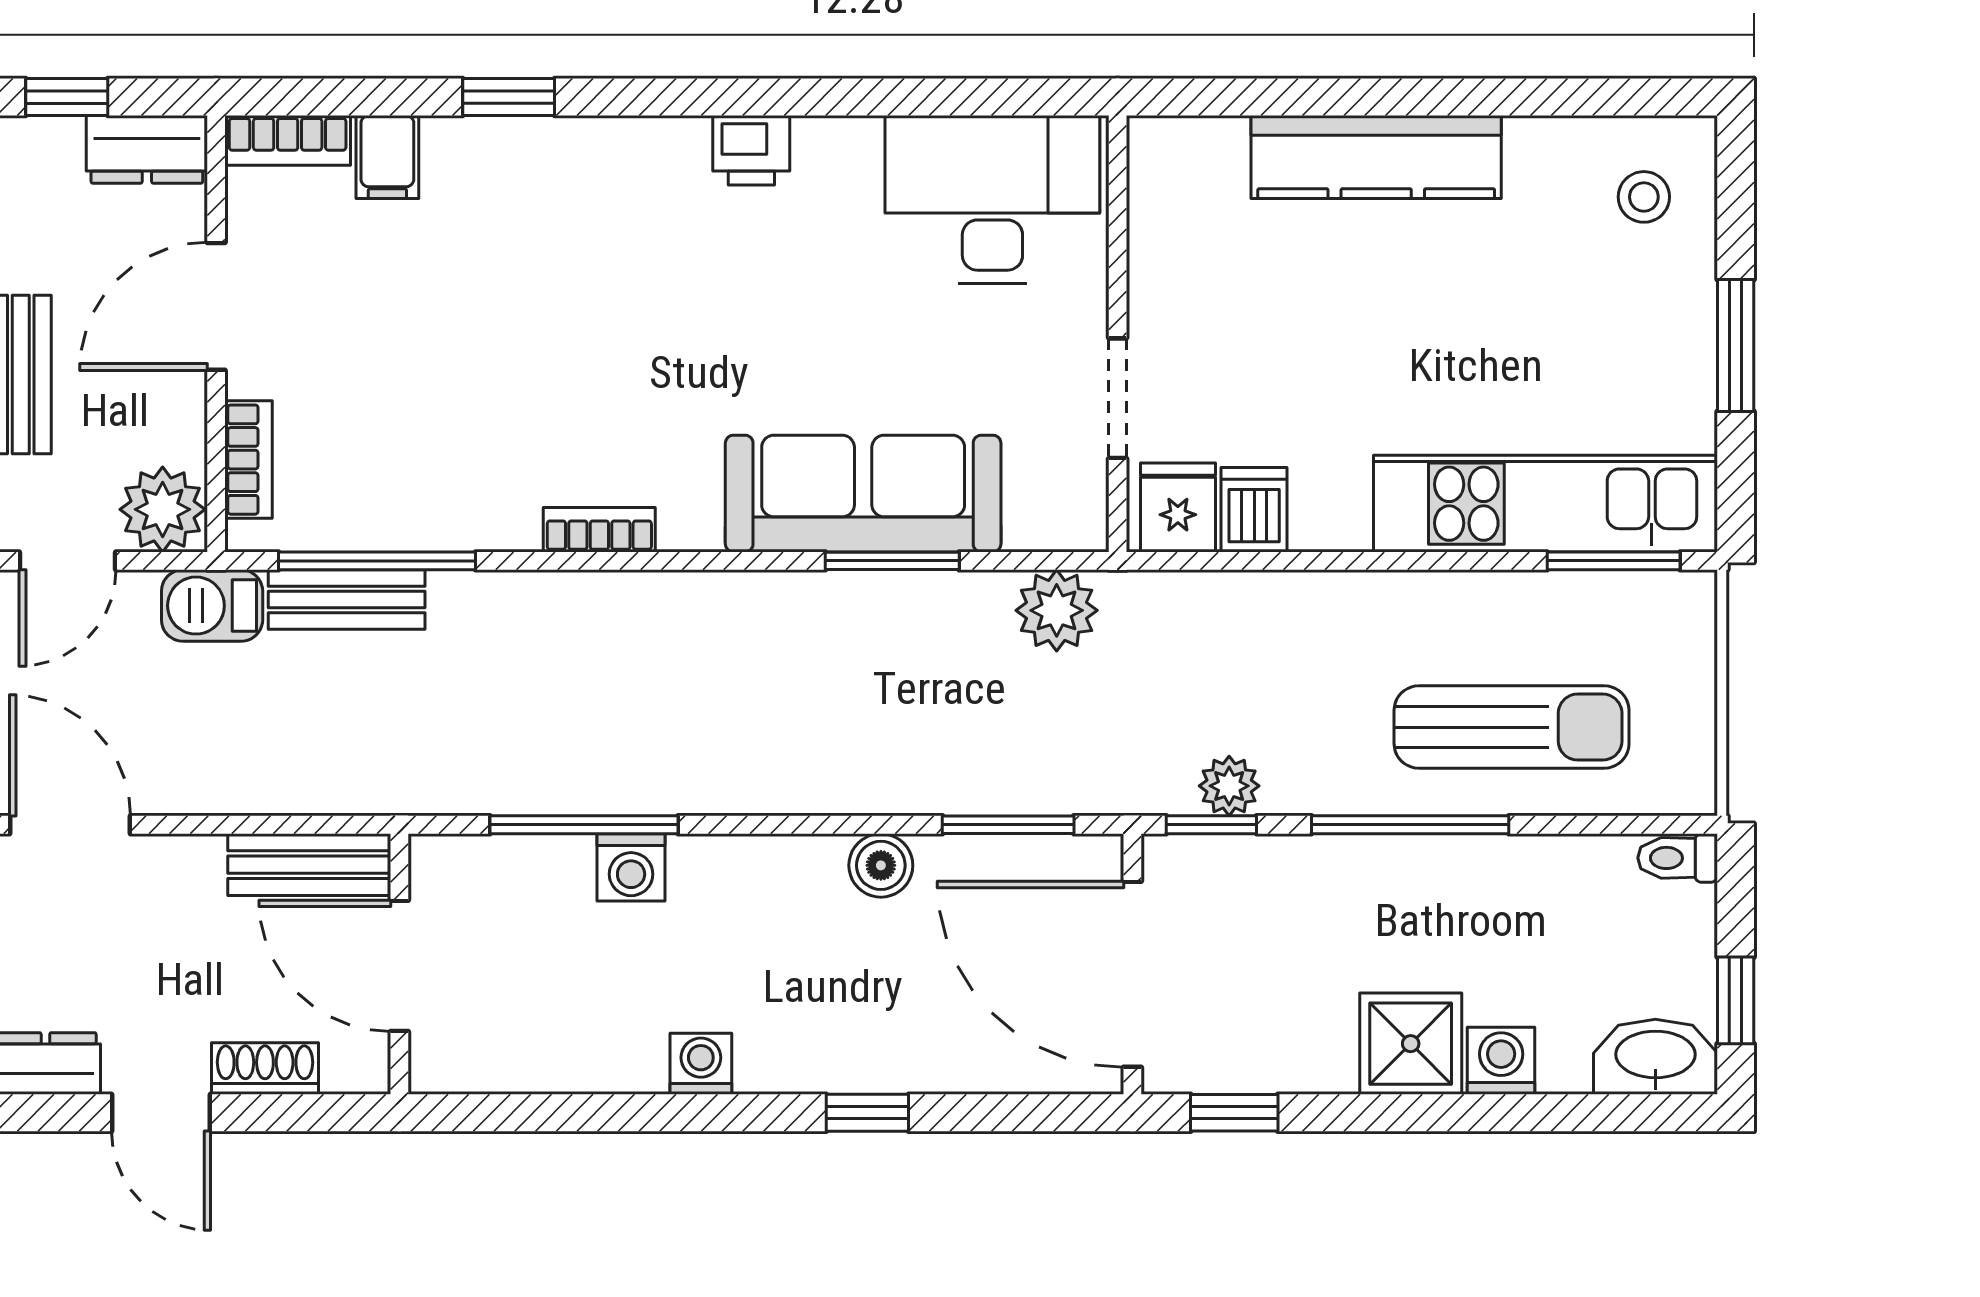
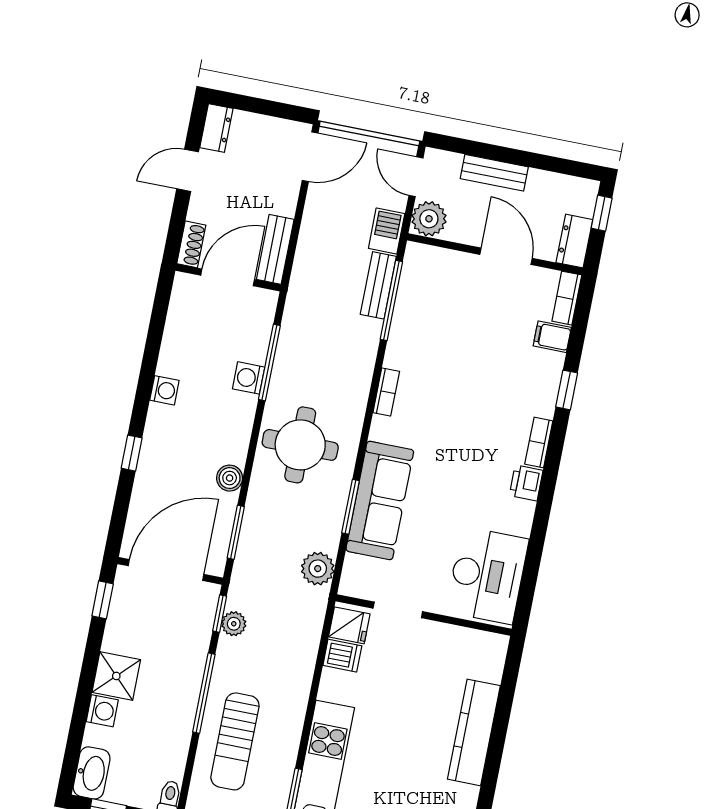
bookcase: (249, 460) -> (539, 443), moved, turned 90
round table: (768, 711) -> (300, 445), added
shoe rack: (265, 1069) -> (191, 244), moved

